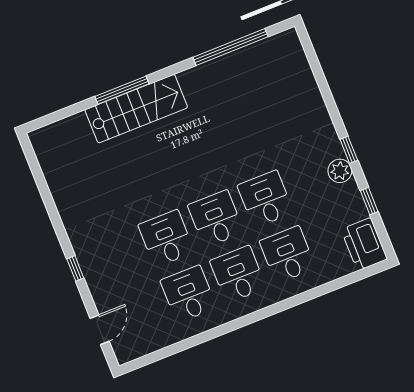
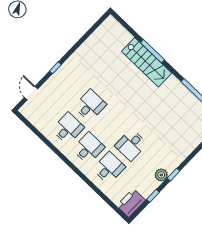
desk: (265, 199) -> (131, 145), turned 180
desk: (216, 219) -> (111, 125), removed
door: (100, 330) -> (31, 93), swing flipped

